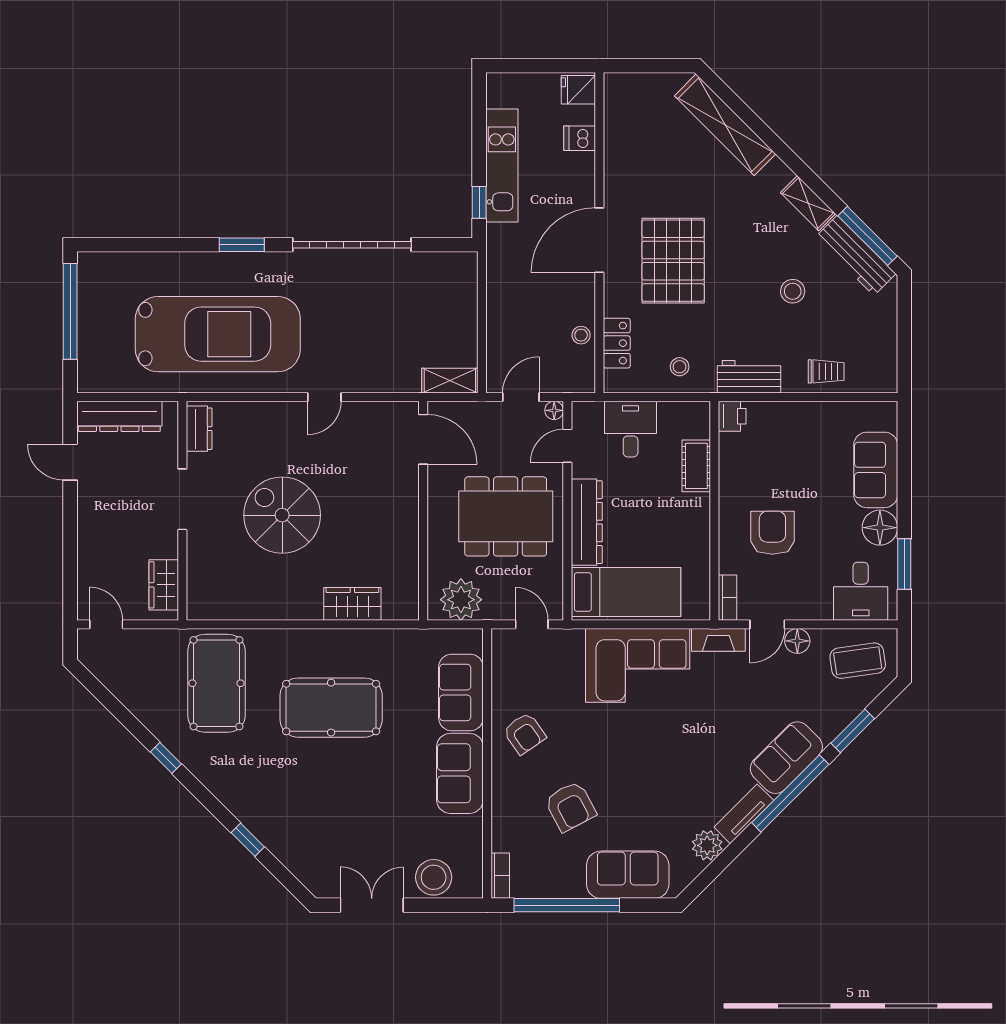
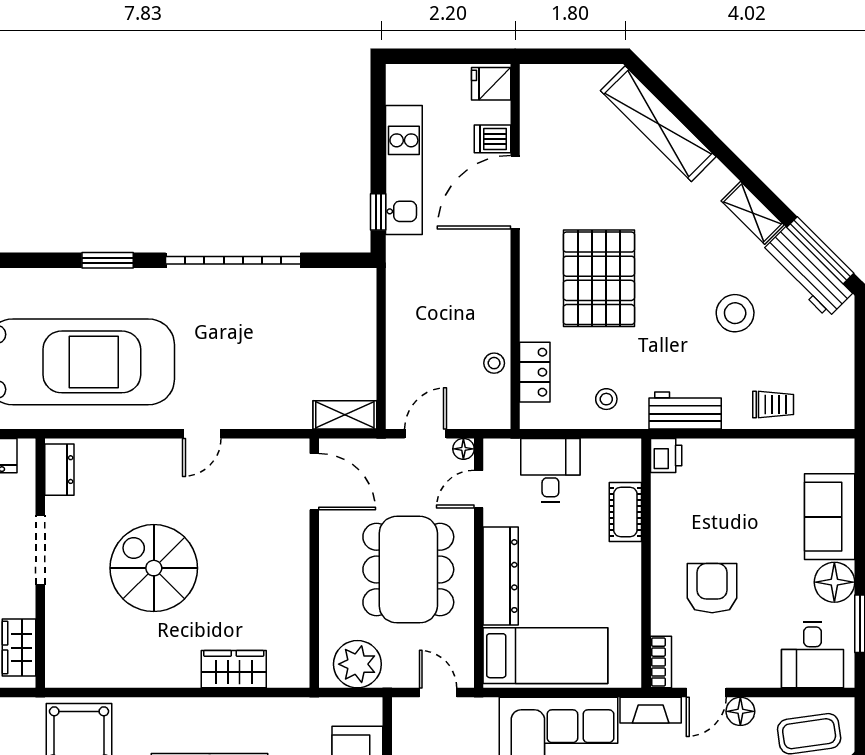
door: (599, 240) -> (515, 192), moved
stool: (793, 291) -> (735, 313), width x1.38, depth x1.38
dining table: (506, 516) -> (408, 570), turned 90

